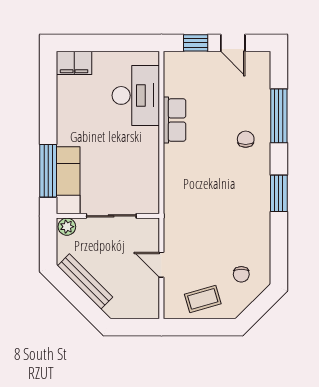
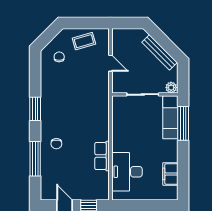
filing cabinet: (74, 63) -> (170, 174), moved, turned -90

